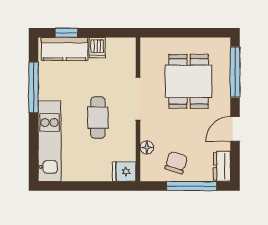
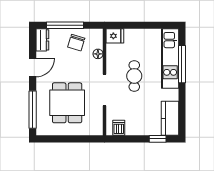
dishwasher: (97, 48) -> (119, 128), moved
kitchen counter: (64, 49) -> (170, 118), moved, turned -90
window: (33, 87) -> (182, 64), moved

